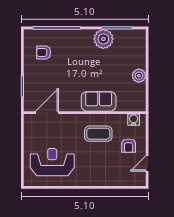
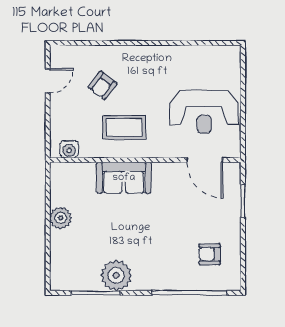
armchair: (44, 52) -> (210, 254), turned 180
door: (47, 113) -> (205, 160), hinge flipped
armchair: (129, 146) -> (103, 85), moved, turned -143
reception desk: (52, 162) -> (204, 112), moved

